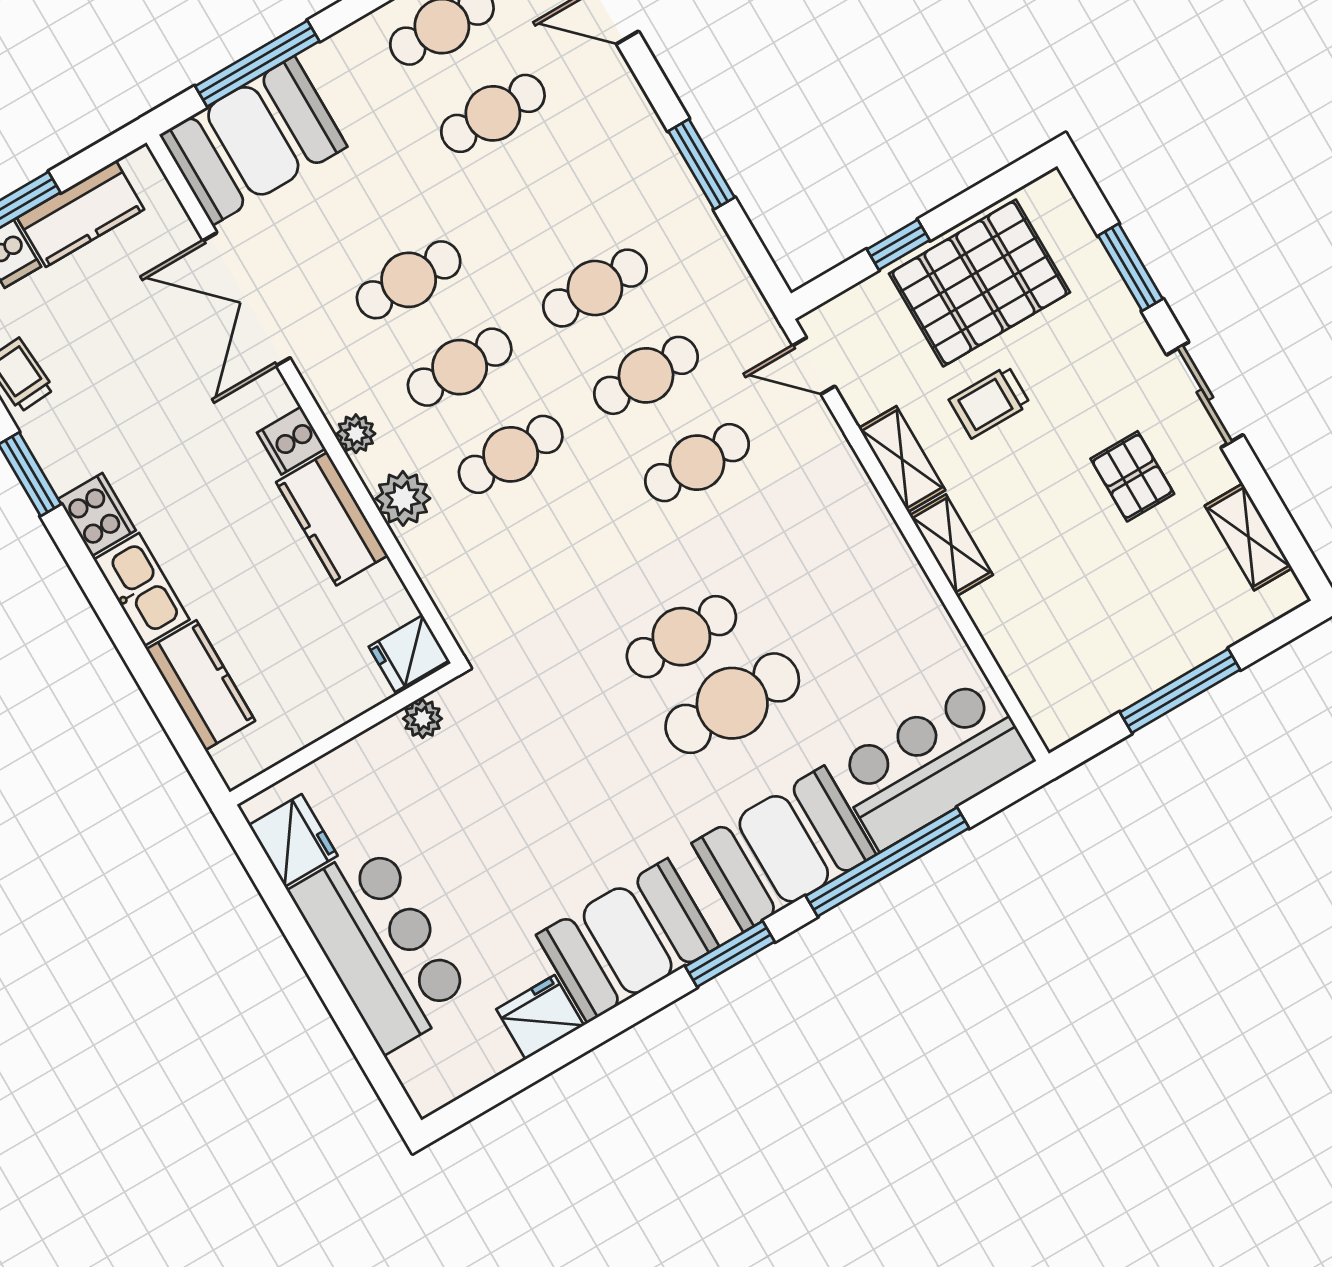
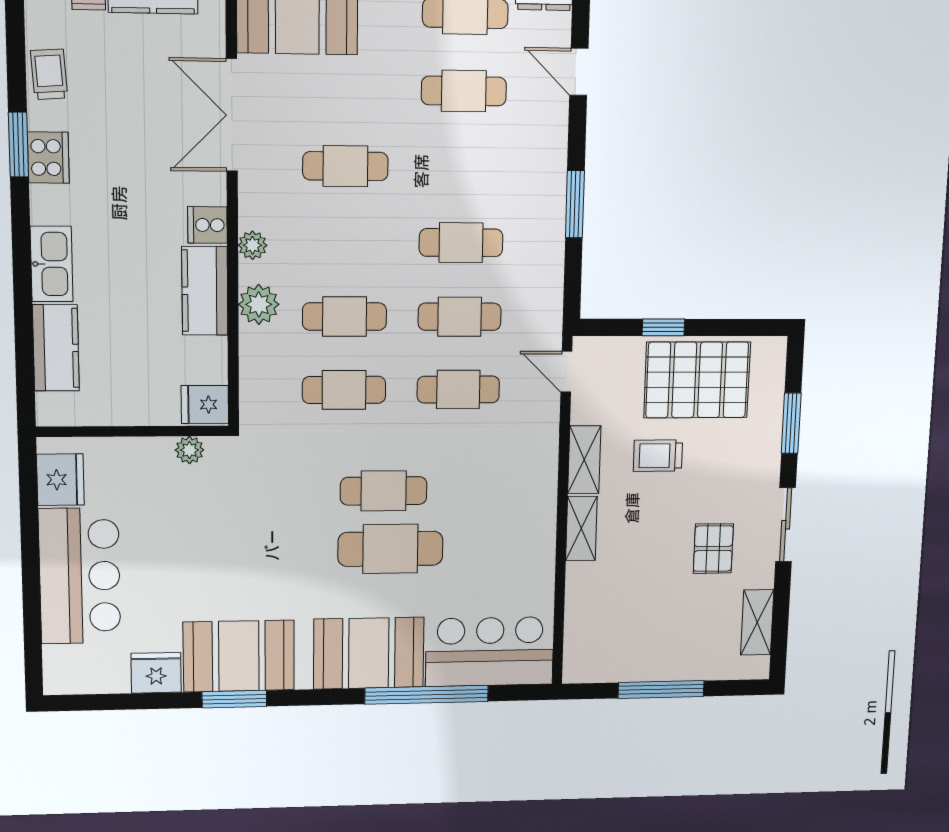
cafe table: (460, 367) -> (344, 390), moved
cooker: (97, 515) -> (48, 158), moved
window: (730, 954) -> (234, 699), moved

